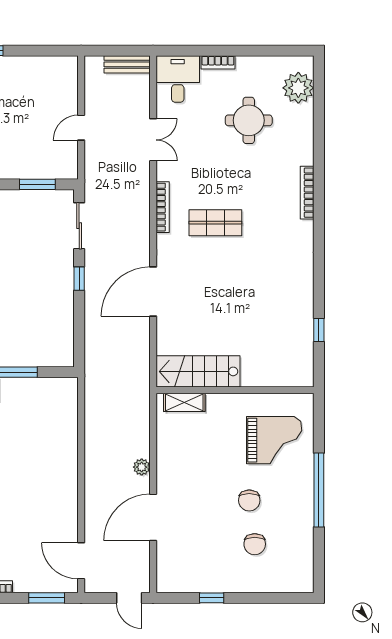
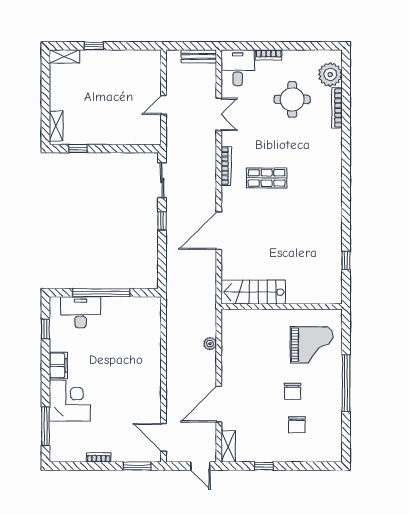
window: (37, 184) -> (130, 149), removed
bookcase: (307, 193) -> (337, 108), moved
shelving: (184, 402) -> (228, 446), moved, turned 90
plant: (142, 467) -> (210, 344), moved

